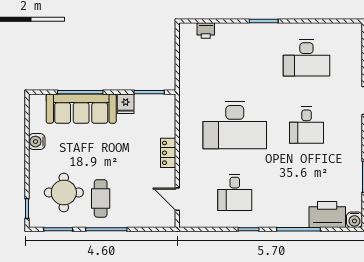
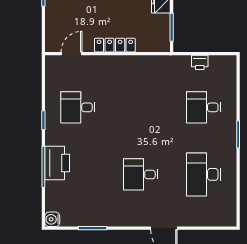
printer: (206, 31) -> (200, 62), moved, turned -90
desk: (235, 125) -> (204, 107), moved, width x0.53, depth x0.77
locker: (168, 153) -> (115, 45), width x1.53
printer: (327, 215) -> (57, 163), moved

